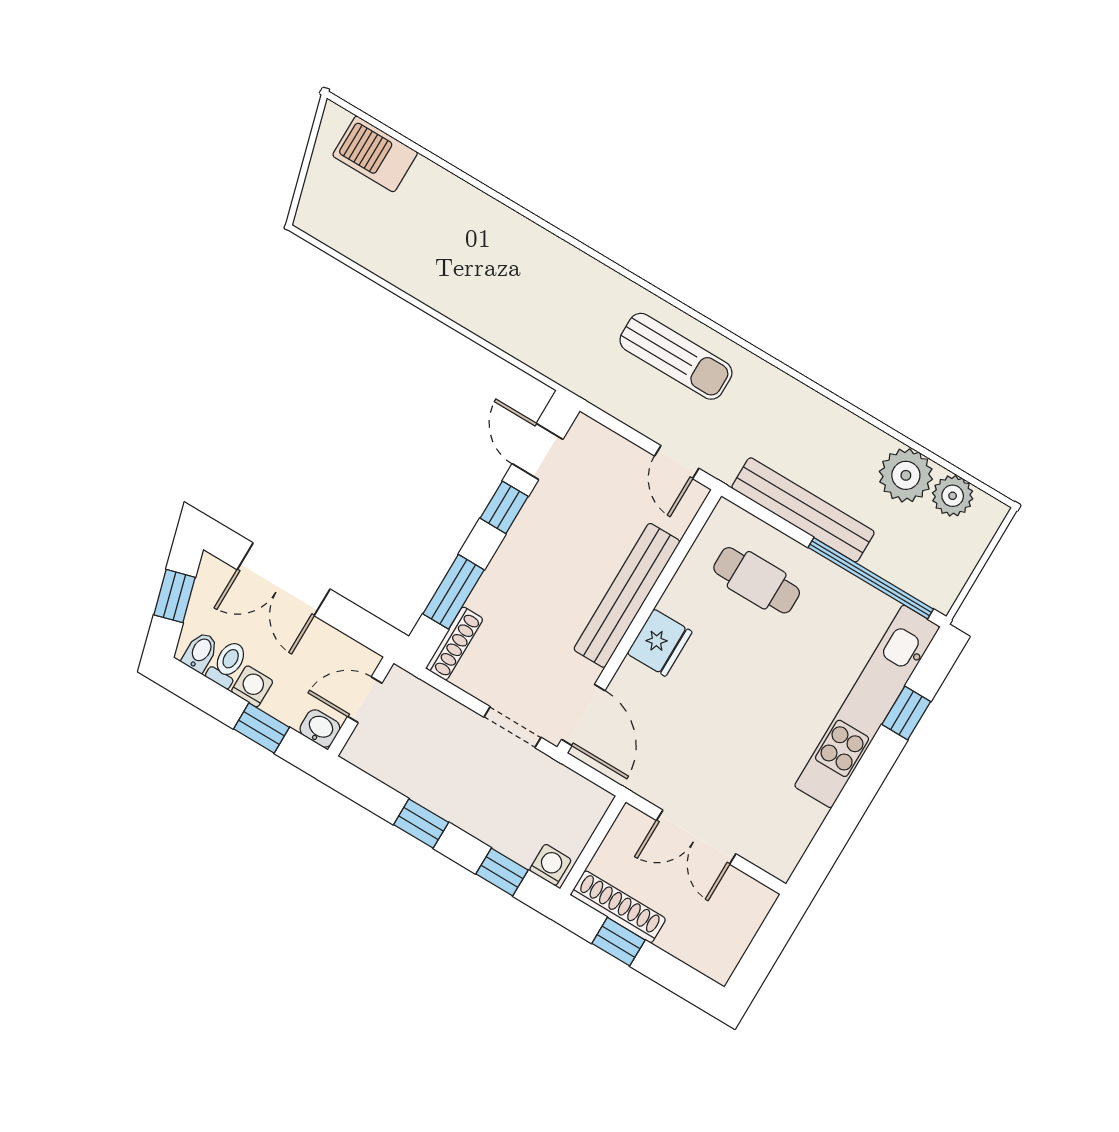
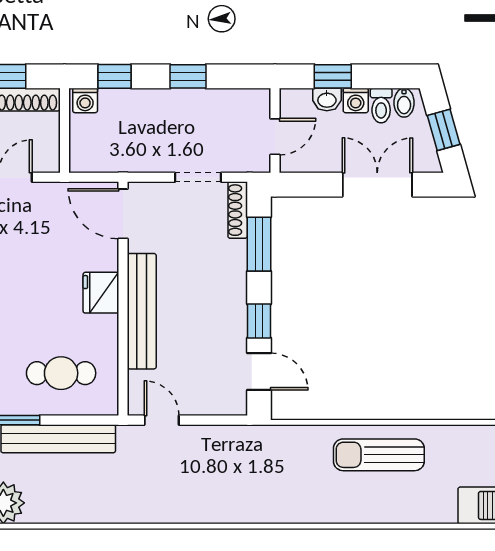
sun lounger: (676, 356) -> (379, 455), moved
doorway: (513, 727) -> (198, 177), moved
washbasin: (320, 728) -> (327, 100), moved

